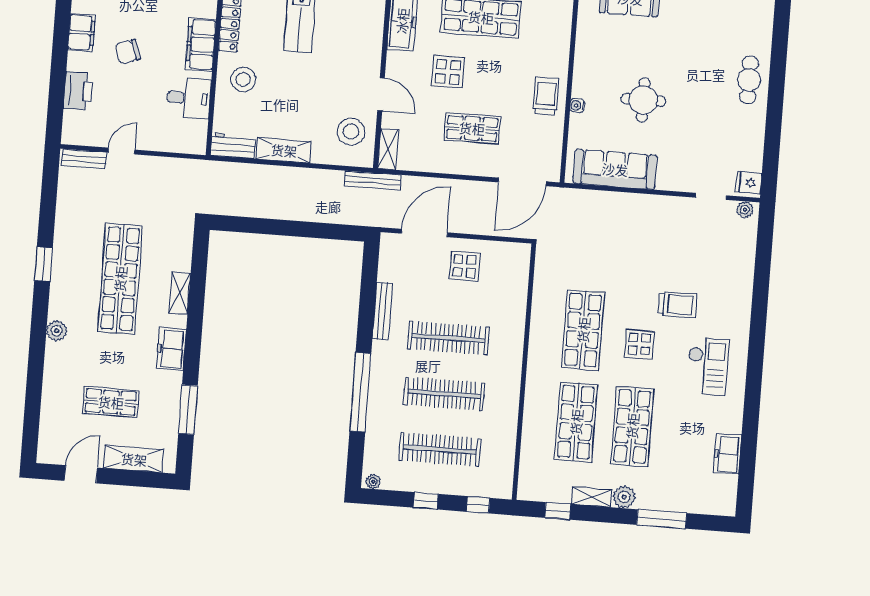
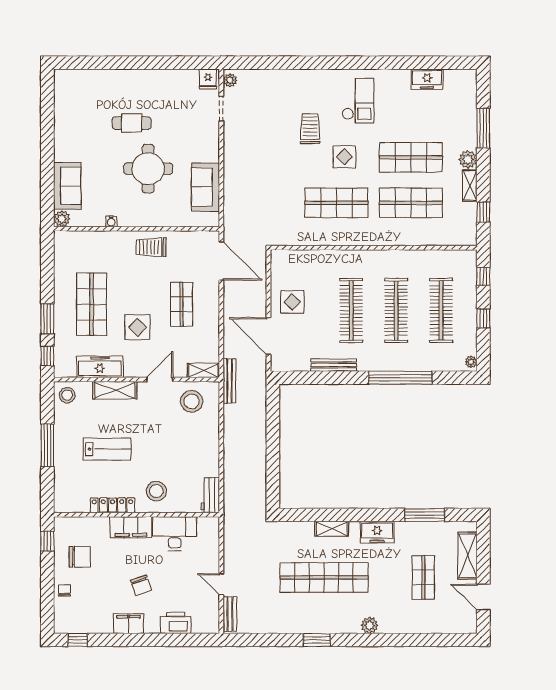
cafe table: (749, 80) -> (132, 123), moved
desk: (189, 98) -> (175, 534), width x1.37
round table: (643, 100) -> (148, 169), width x1.36, depth x1.36
water cooler: (577, 106) -> (111, 221), moved
shelving: (284, 150) -> (115, 390), moved, turned 90
sofa: (615, 169) -> (205, 187), width x0.73
checkout: (707, 366) -> (358, 101), turned 90

